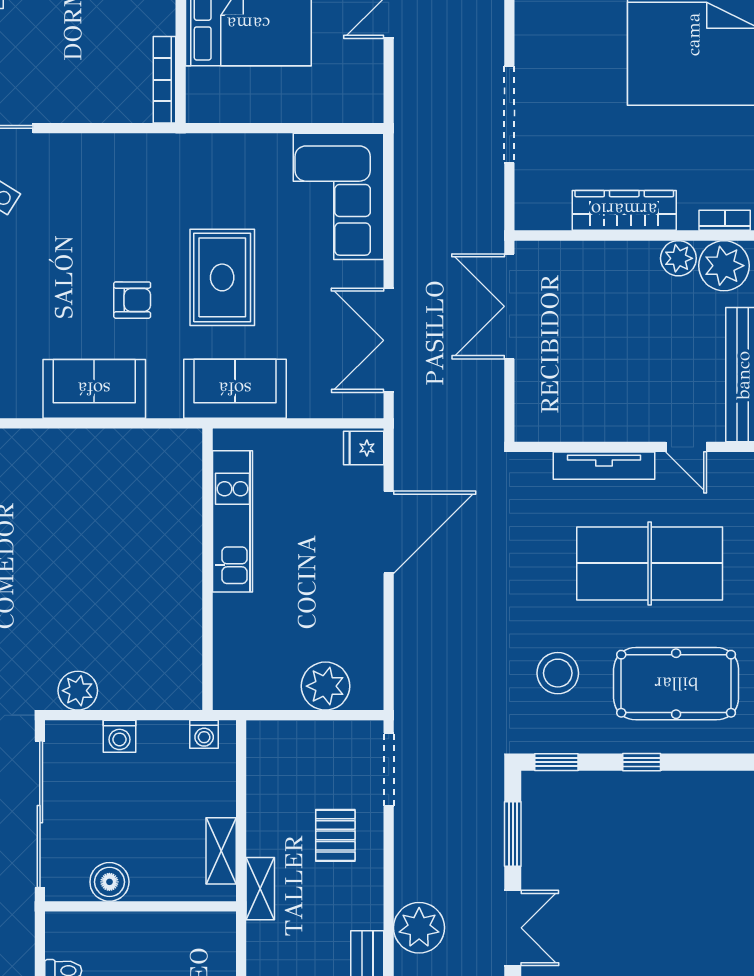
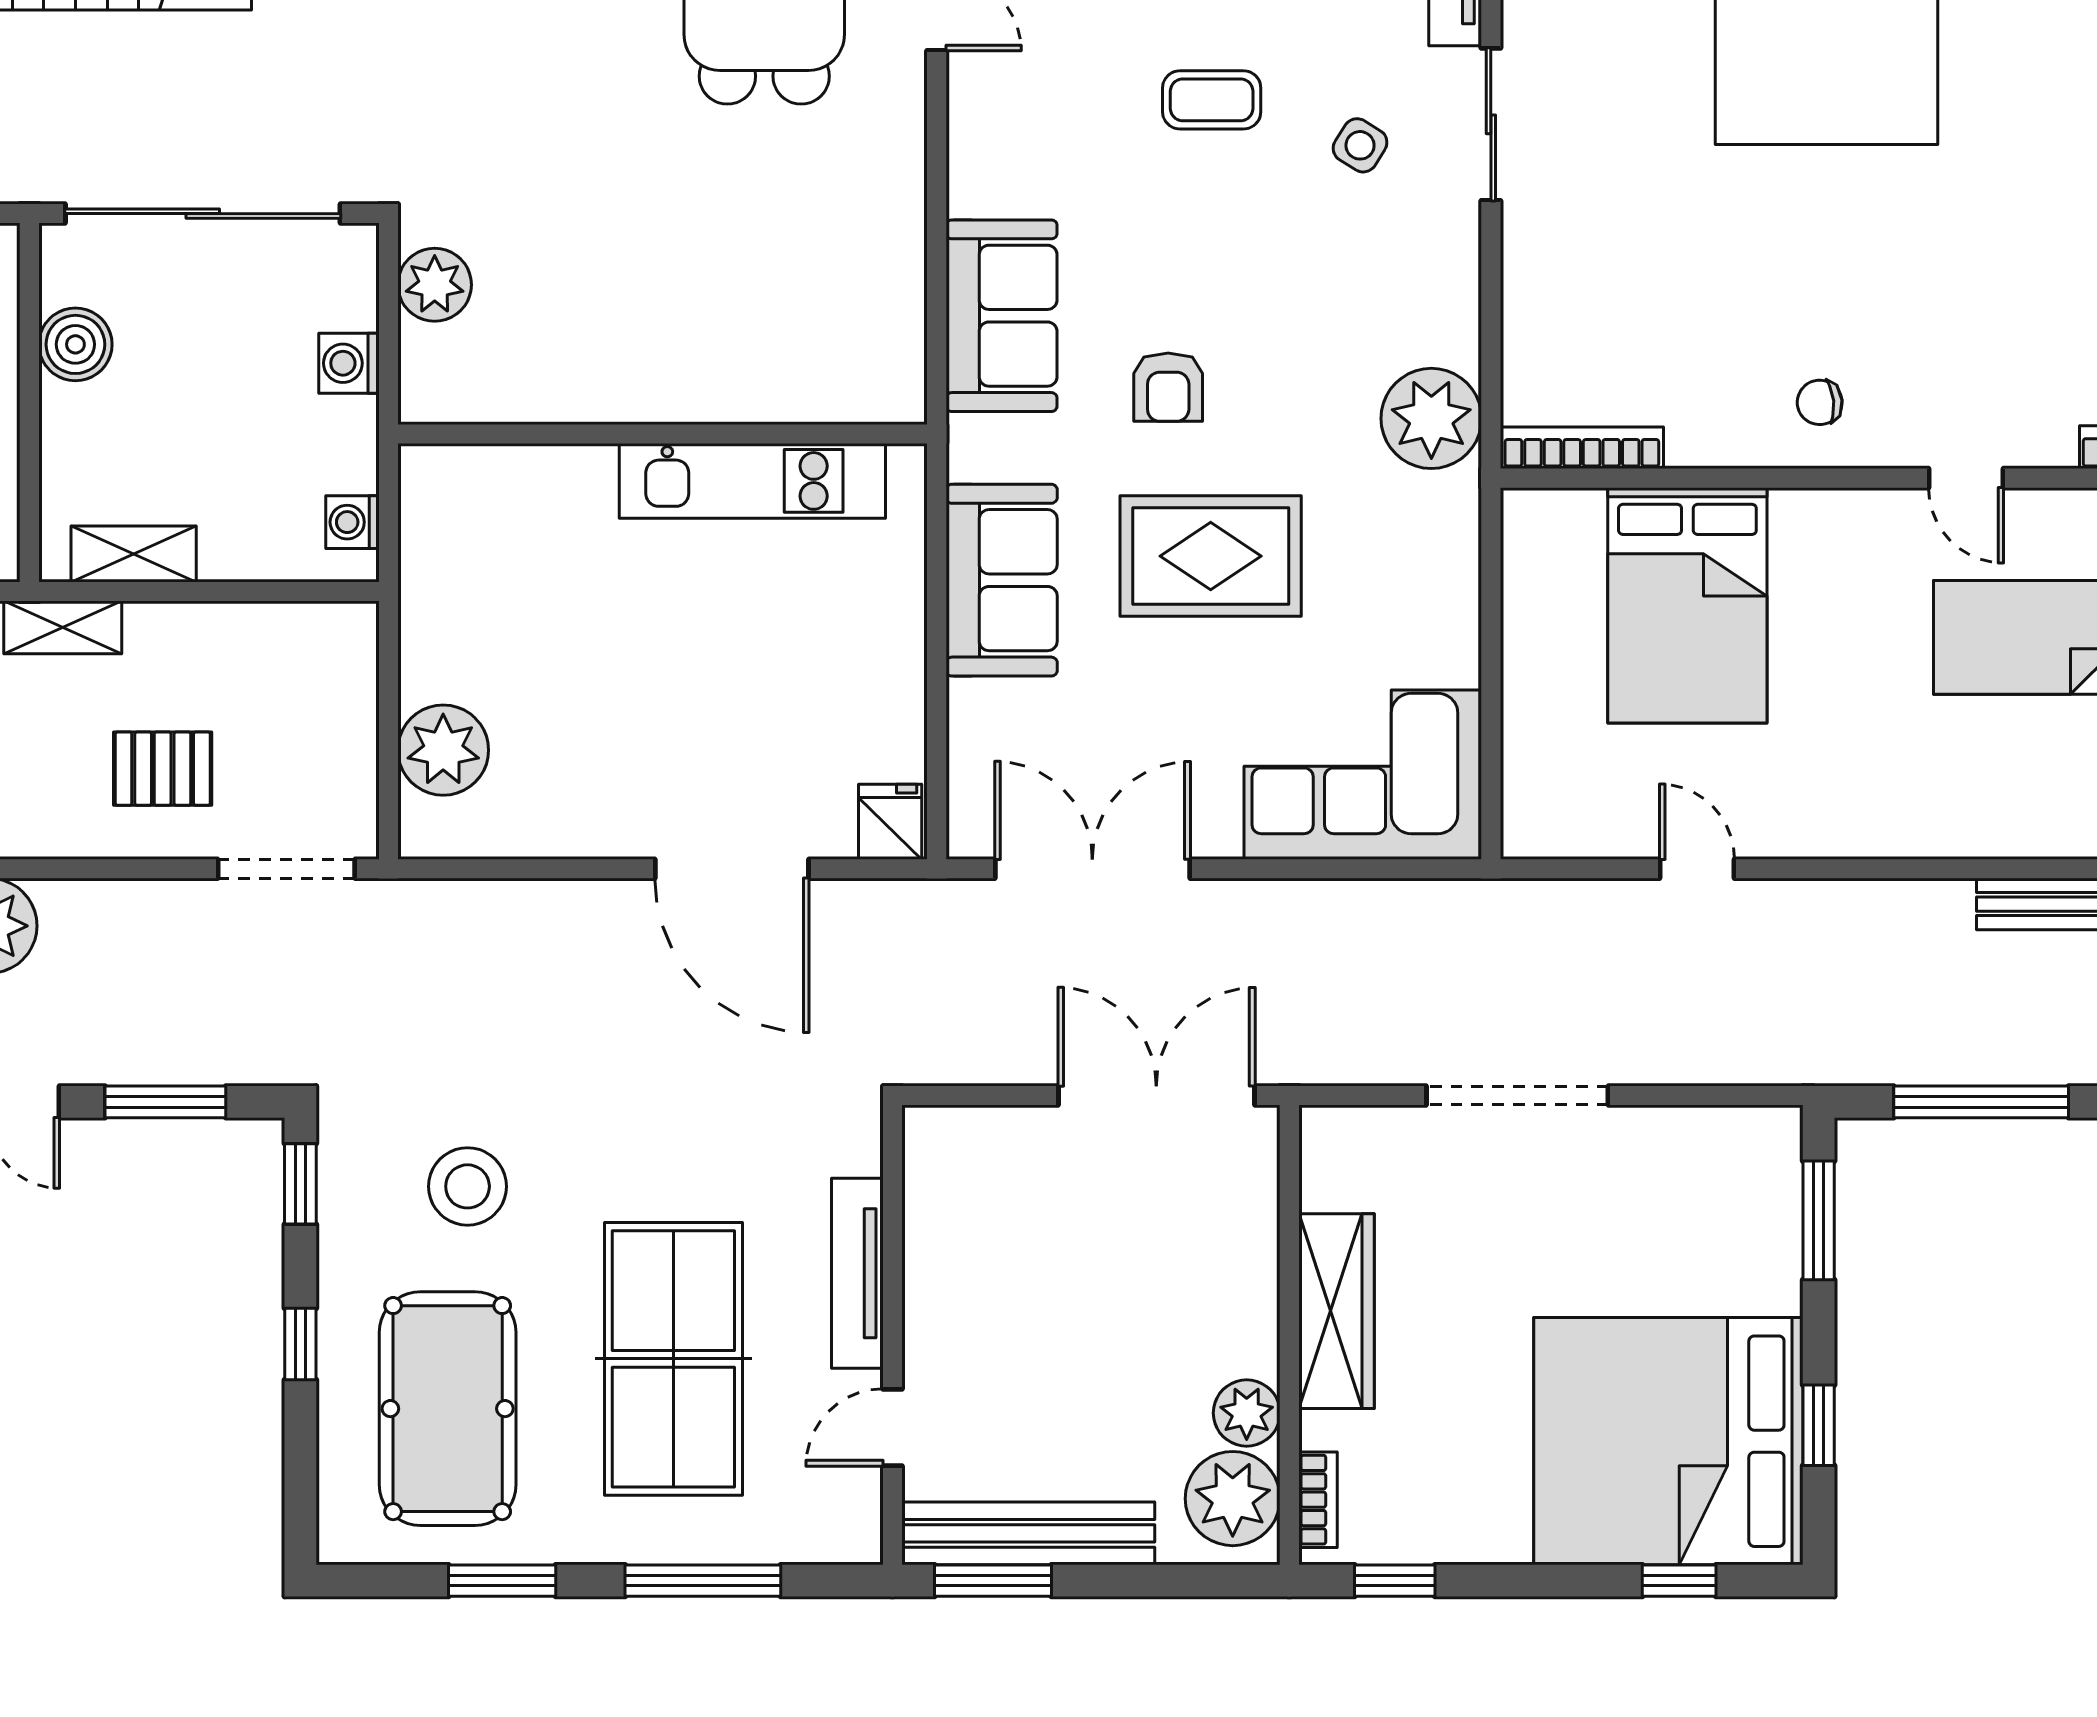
plant: (149, 160) -> (1431, 418), added
kitchen unit: (233, 521) -> (752, 481), moved
wall: (208, 569) -> (663, 434), moved

